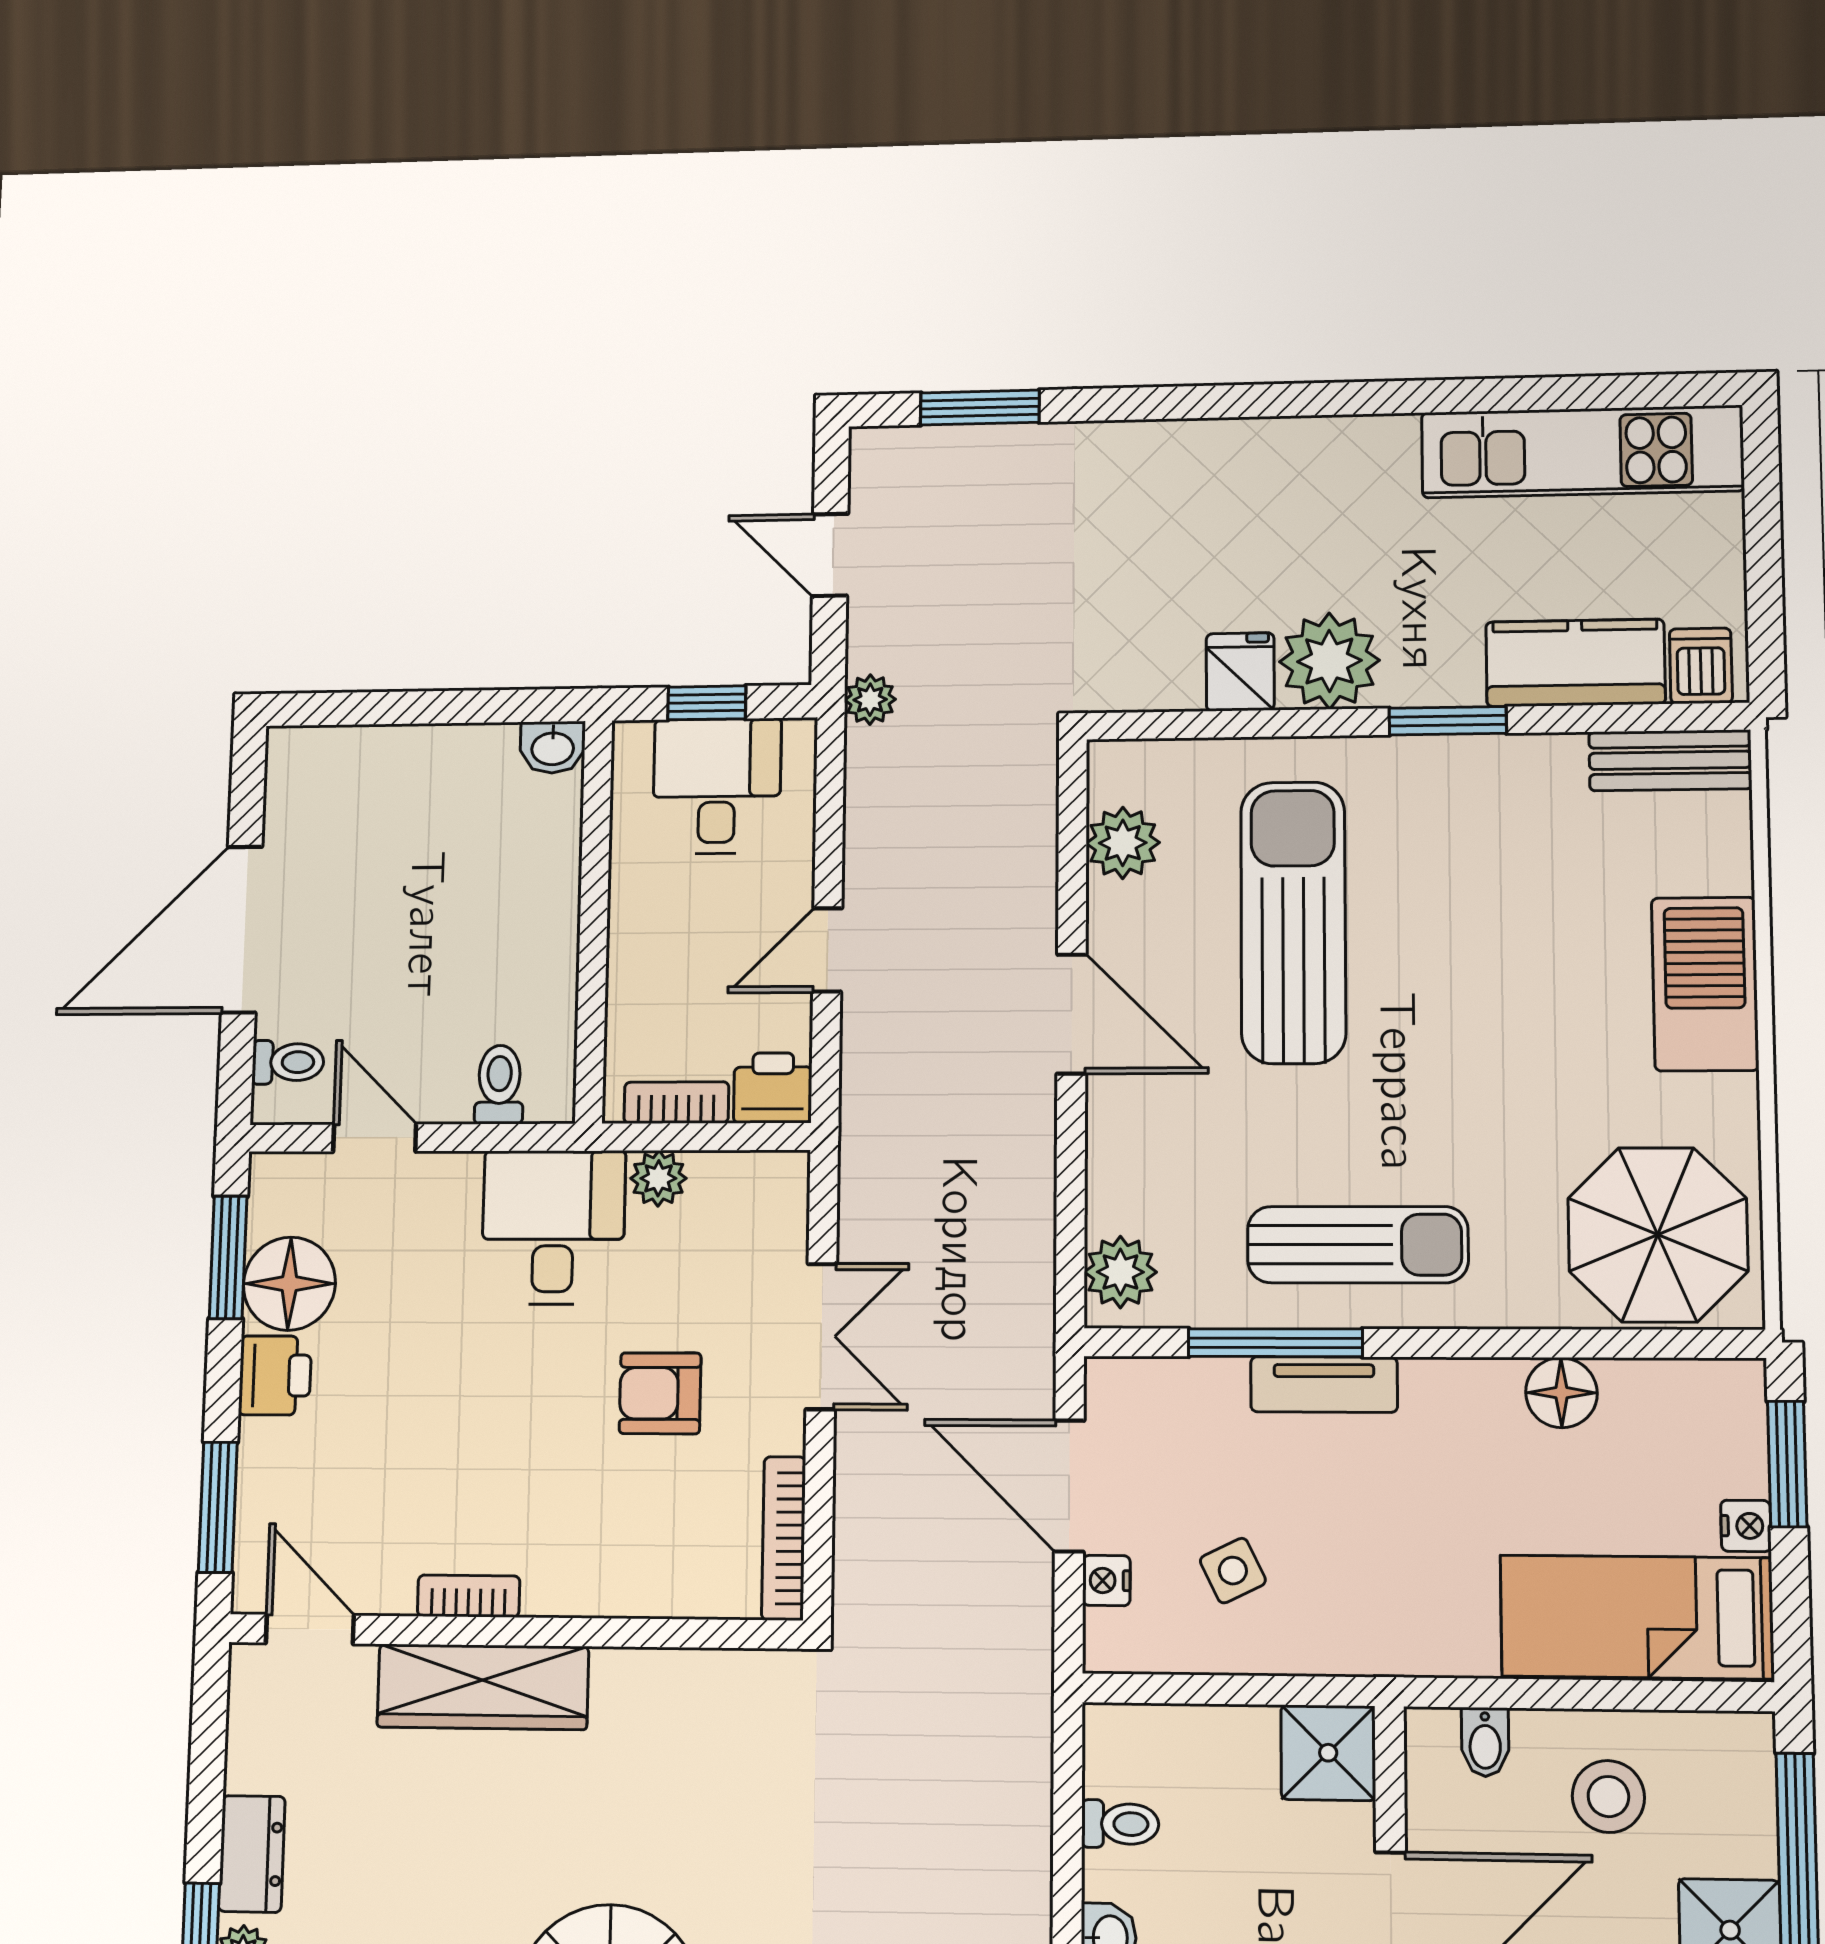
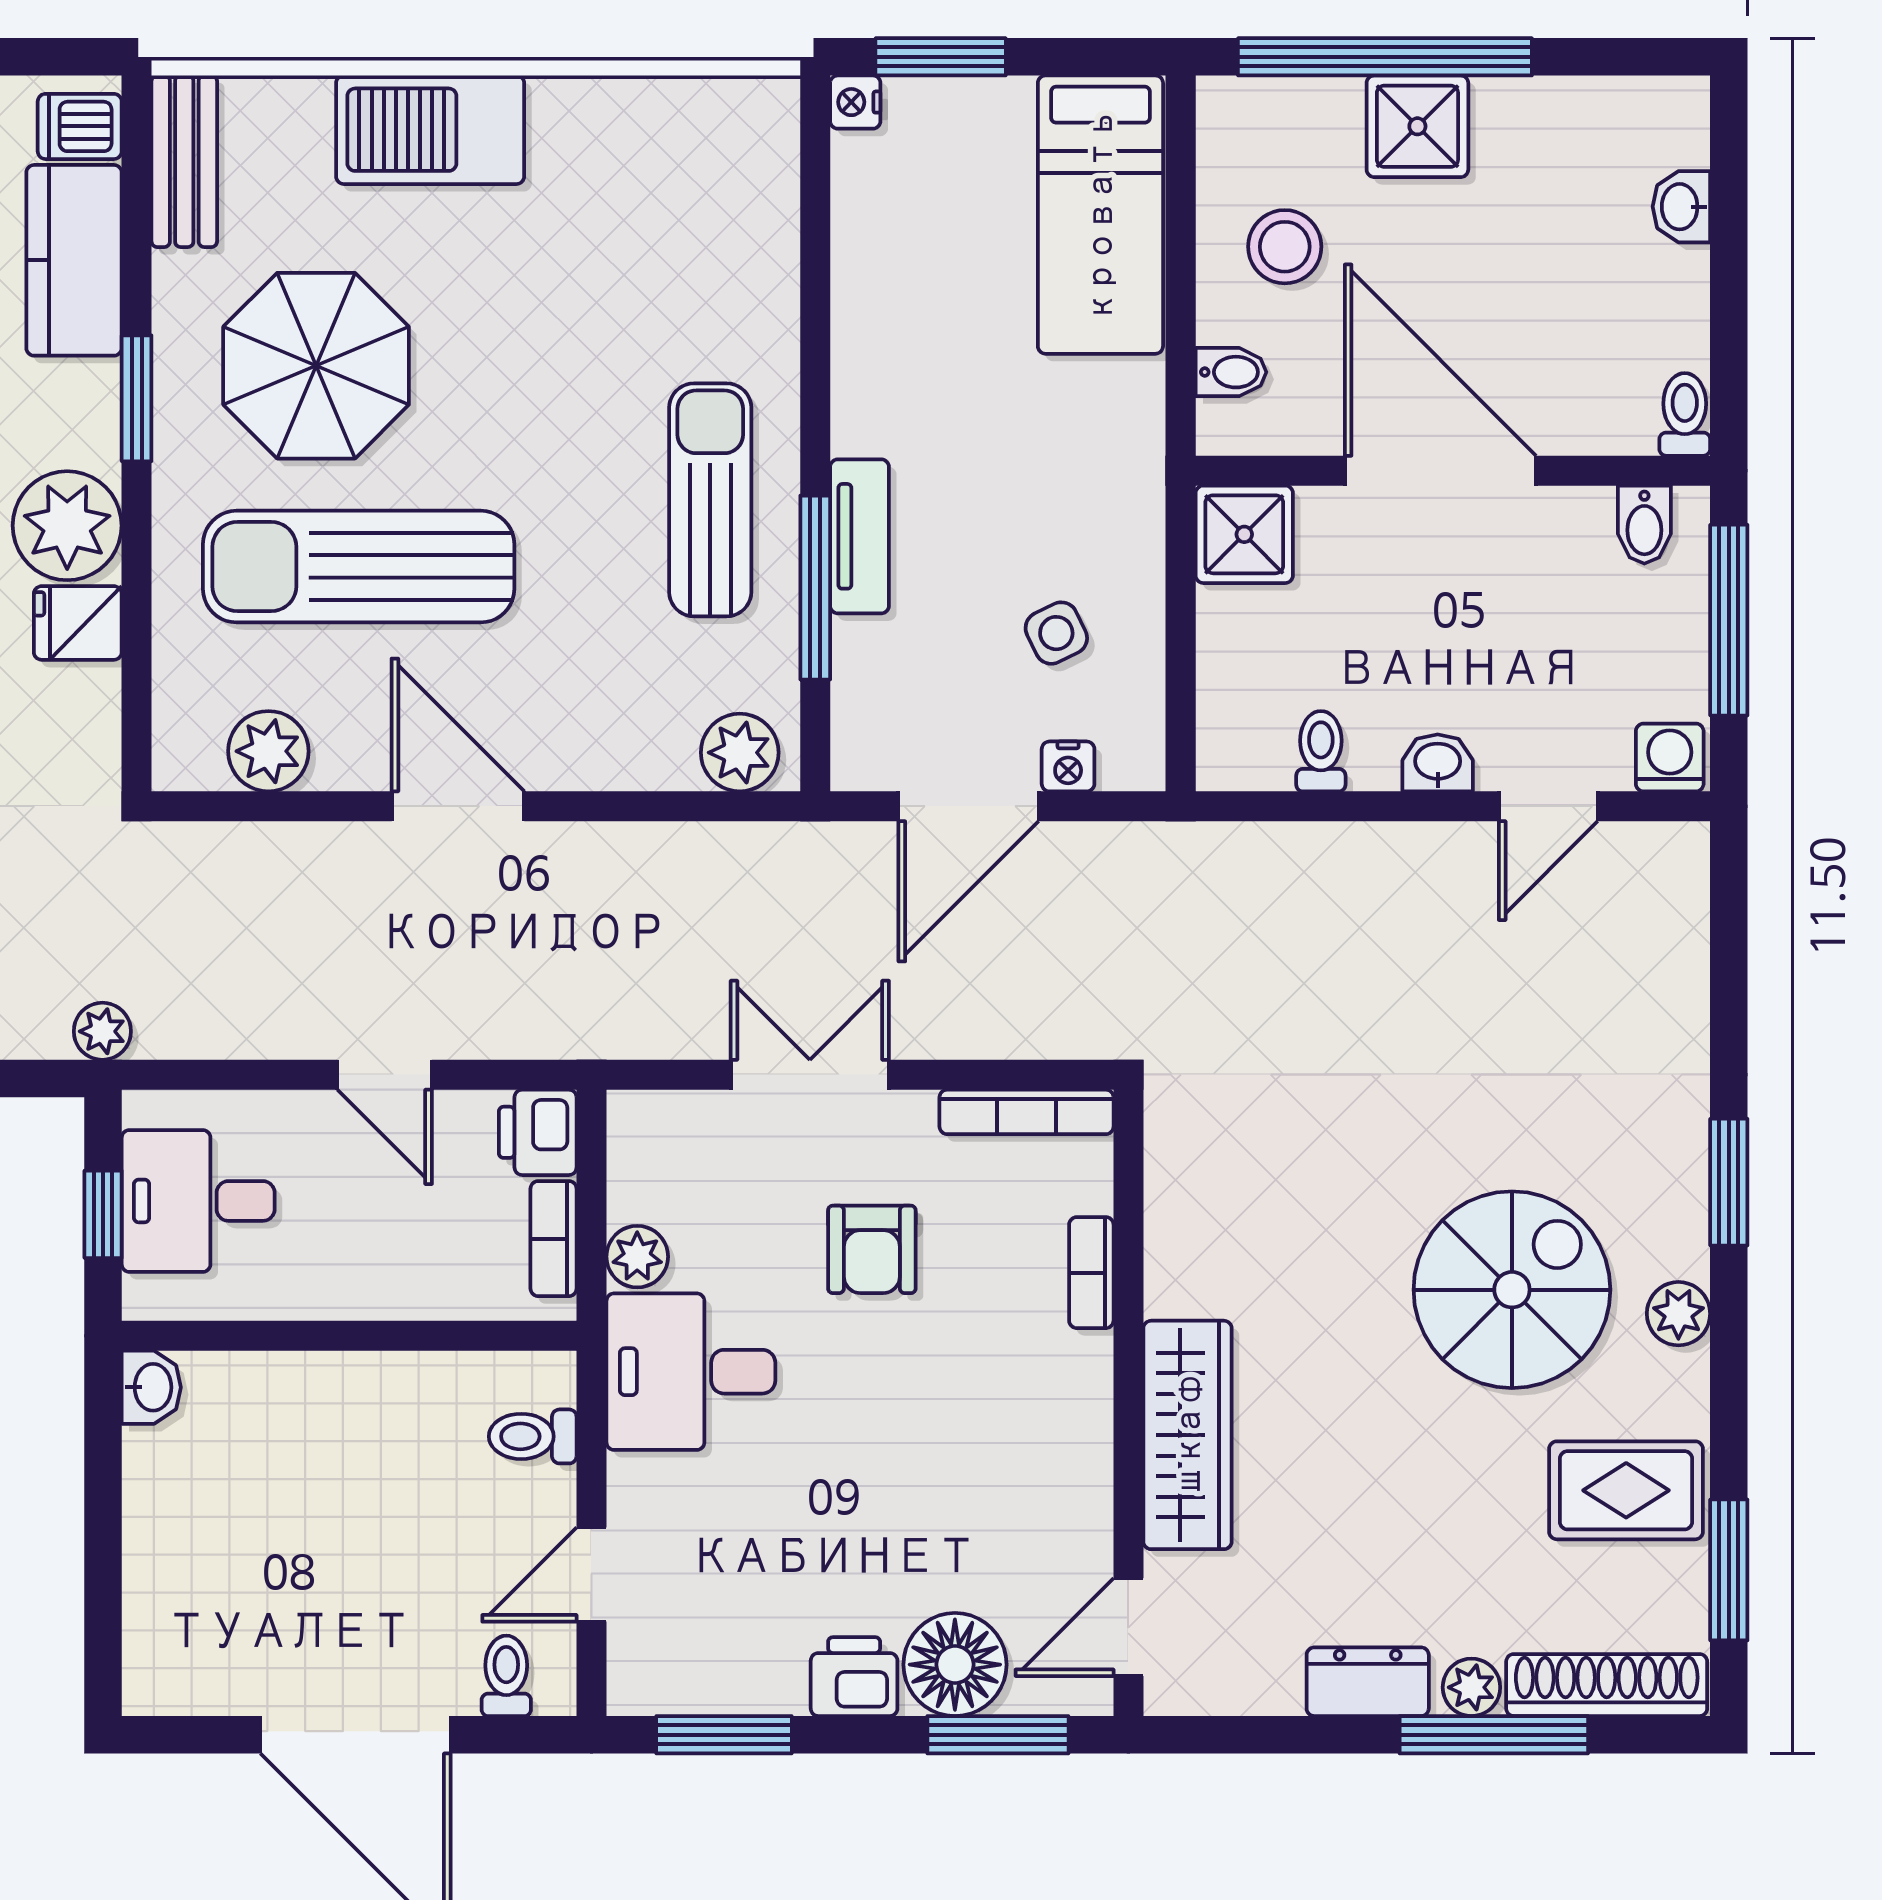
door: (1072, 1014) -> (458, 806), hinge flipped
parasol: (1658, 1235) -> (316, 366), moved
floor lamp: (289, 1284) -> (955, 1665), moved
floor lamp: (1561, 1393) -> (867, 288), removed
nightstand: (1746, 1526) -> (855, 102), moved, turned -90
bookcase: (469, 1596) -> (1091, 1273), moved

